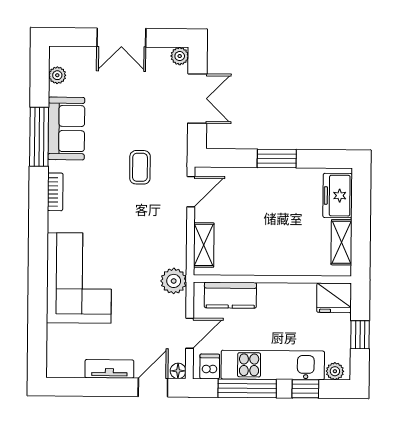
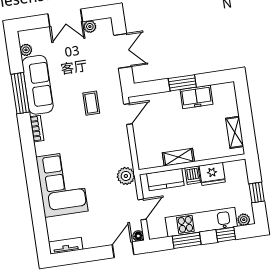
plant: (180, 56) -> (90, 27), moved
sofa: (66, 128) -> (38, 85), width x1.36
freezer: (338, 196) -> (196, 97), moved, turned -90
shelving: (204, 245) -> (178, 157), moved, turned 90
fridge: (334, 298) -> (212, 174), moved
dishwasher: (210, 366) -> (193, 175), moved, turned 180
tv unit: (109, 369) -> (66, 246), moved
window: (247, 388) -> (187, 240), width x0.69

